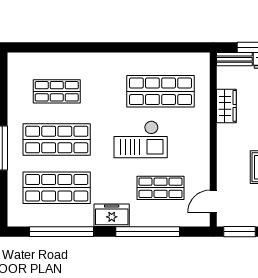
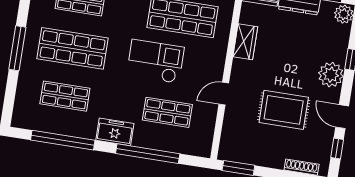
checkout: (141, 139) -> (155, 61), turned 180
shop shelf: (57, 188) -> (65, 96), width x0.70, depth x0.74
door: (213, 201) -> (224, 94), moved

